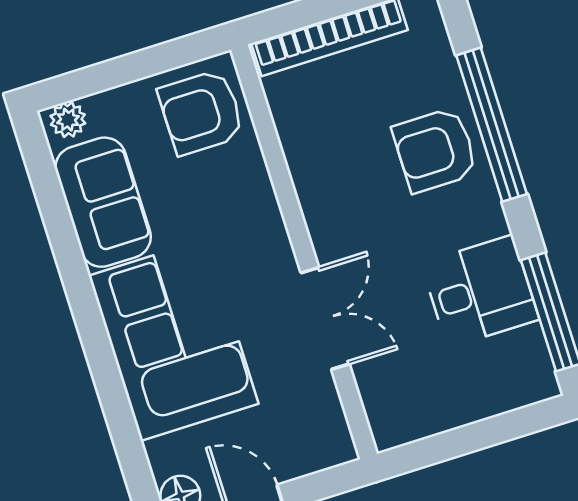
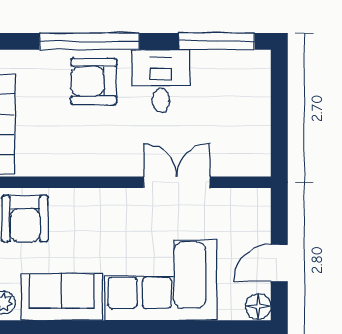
armchair: (435, 150) -> (94, 81), turned 90
desk: (480, 291) -> (161, 81), moved

